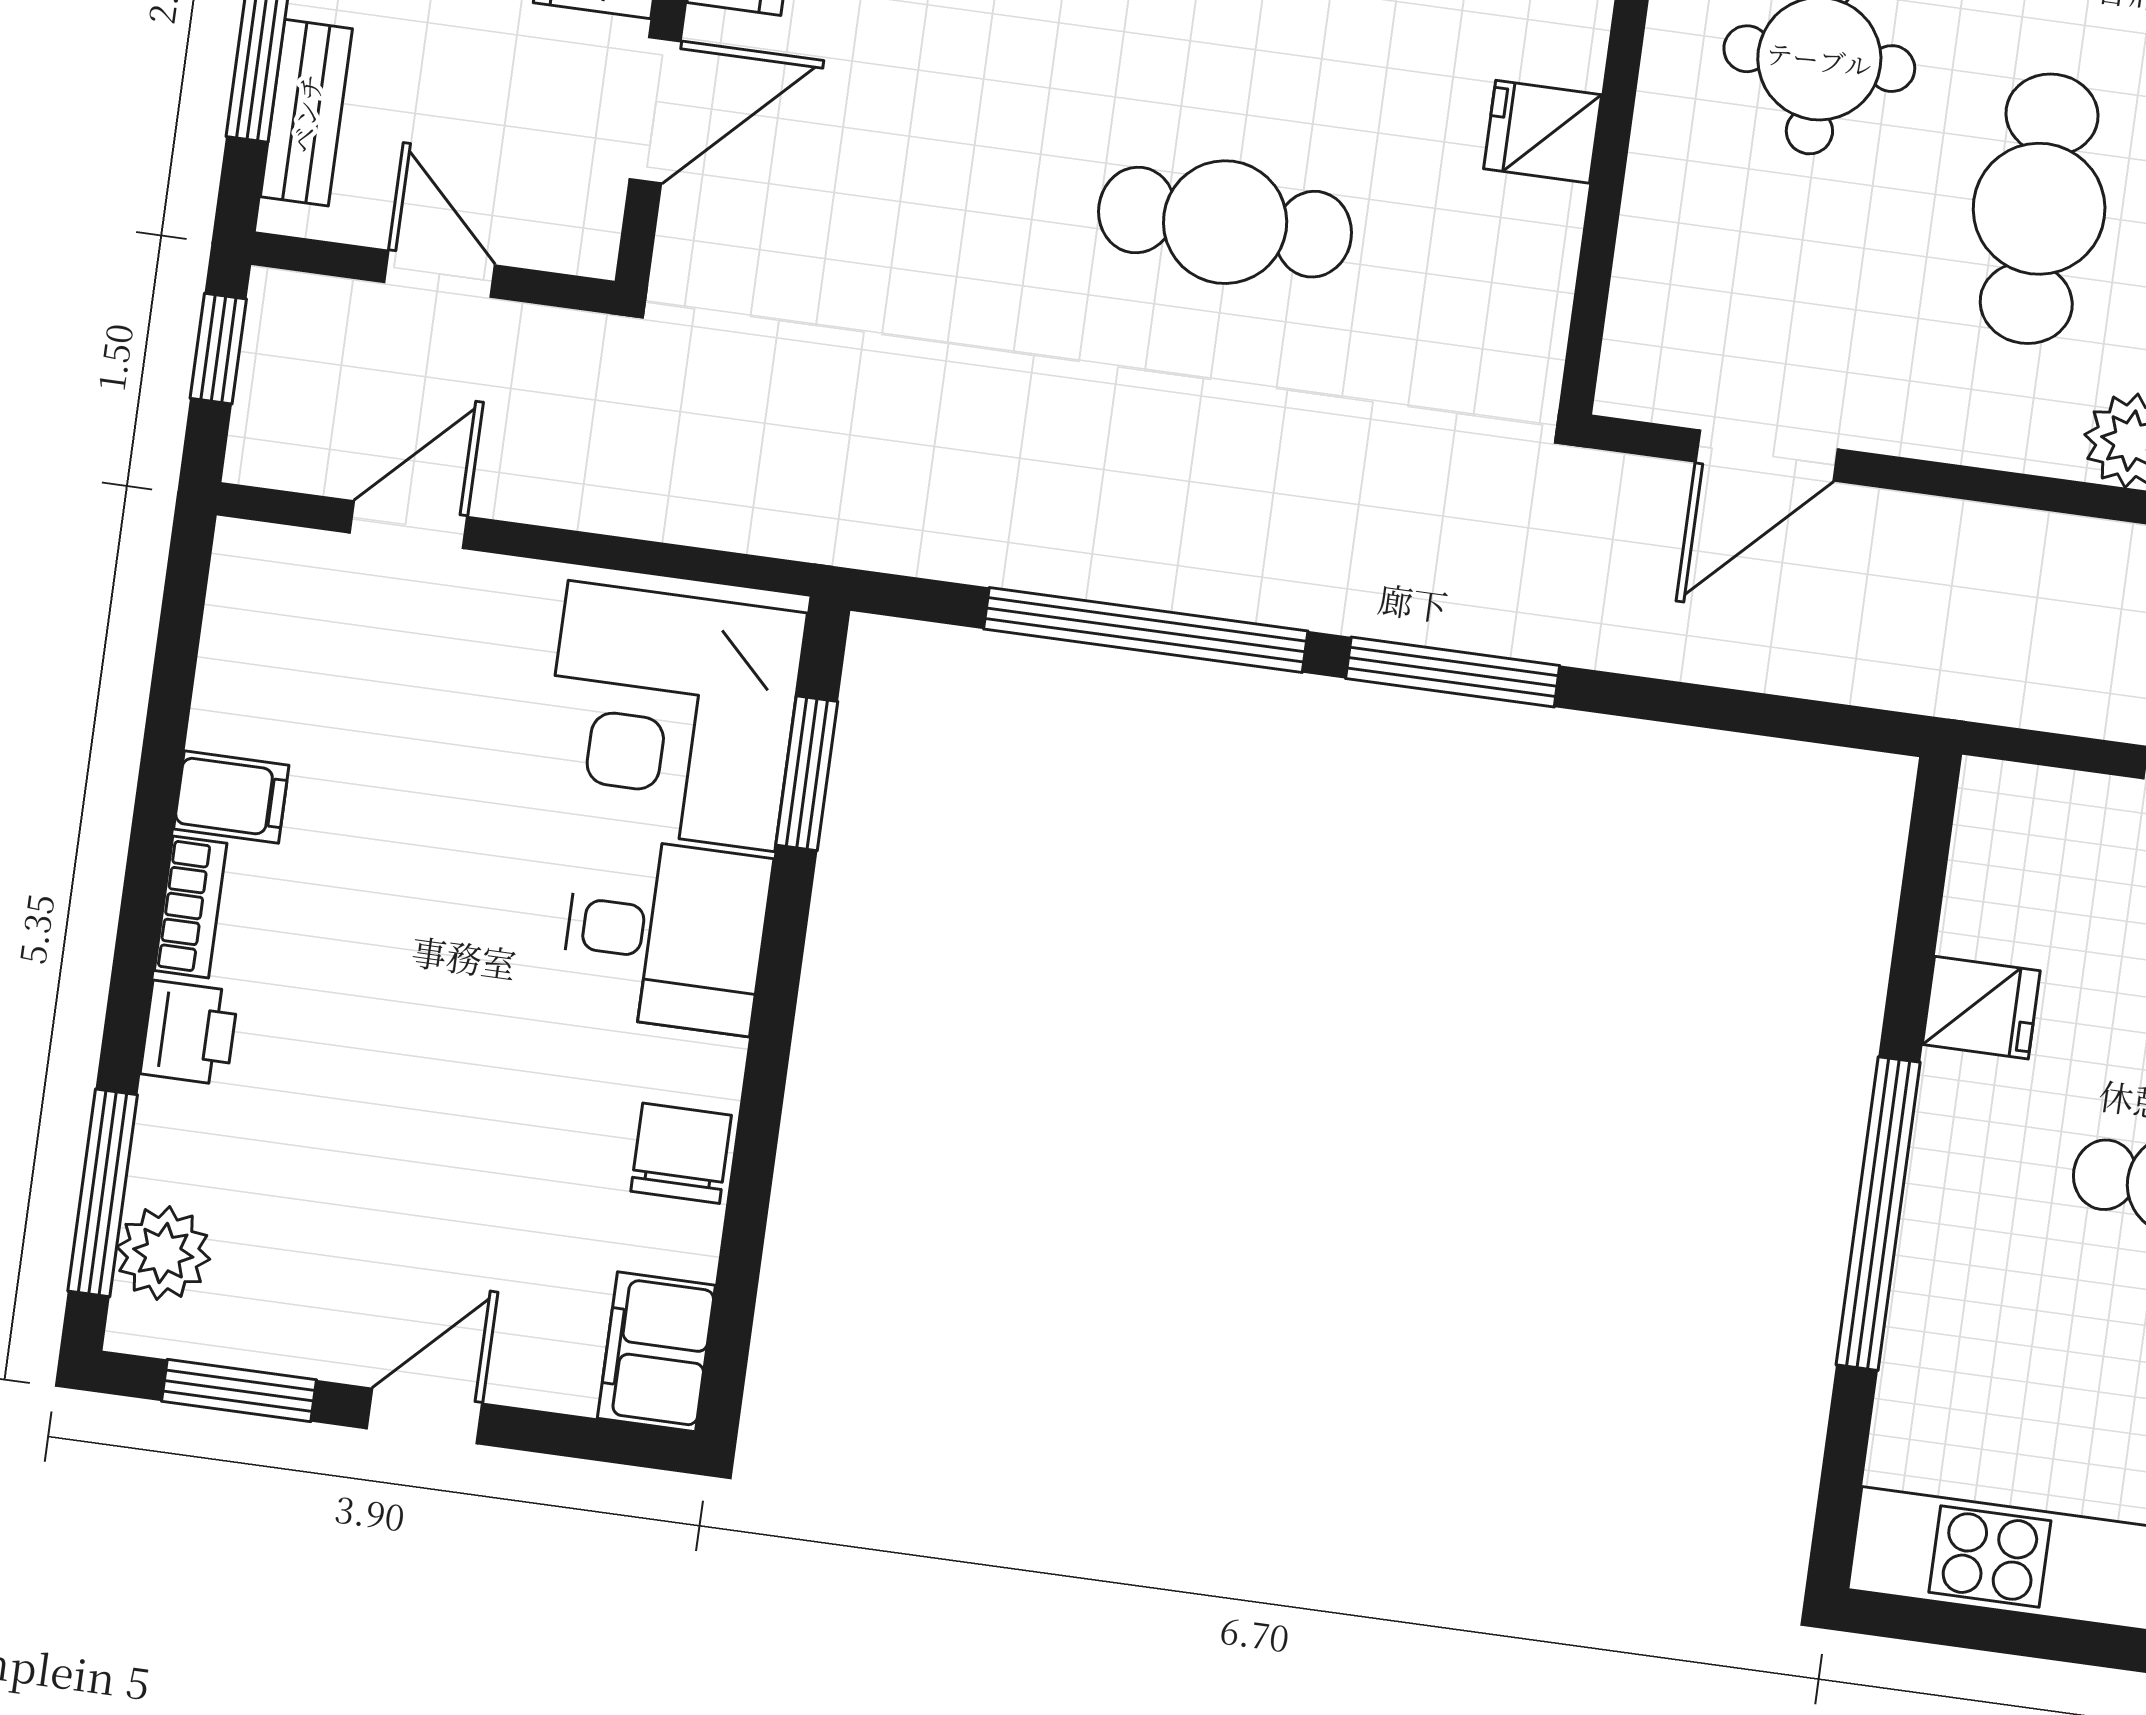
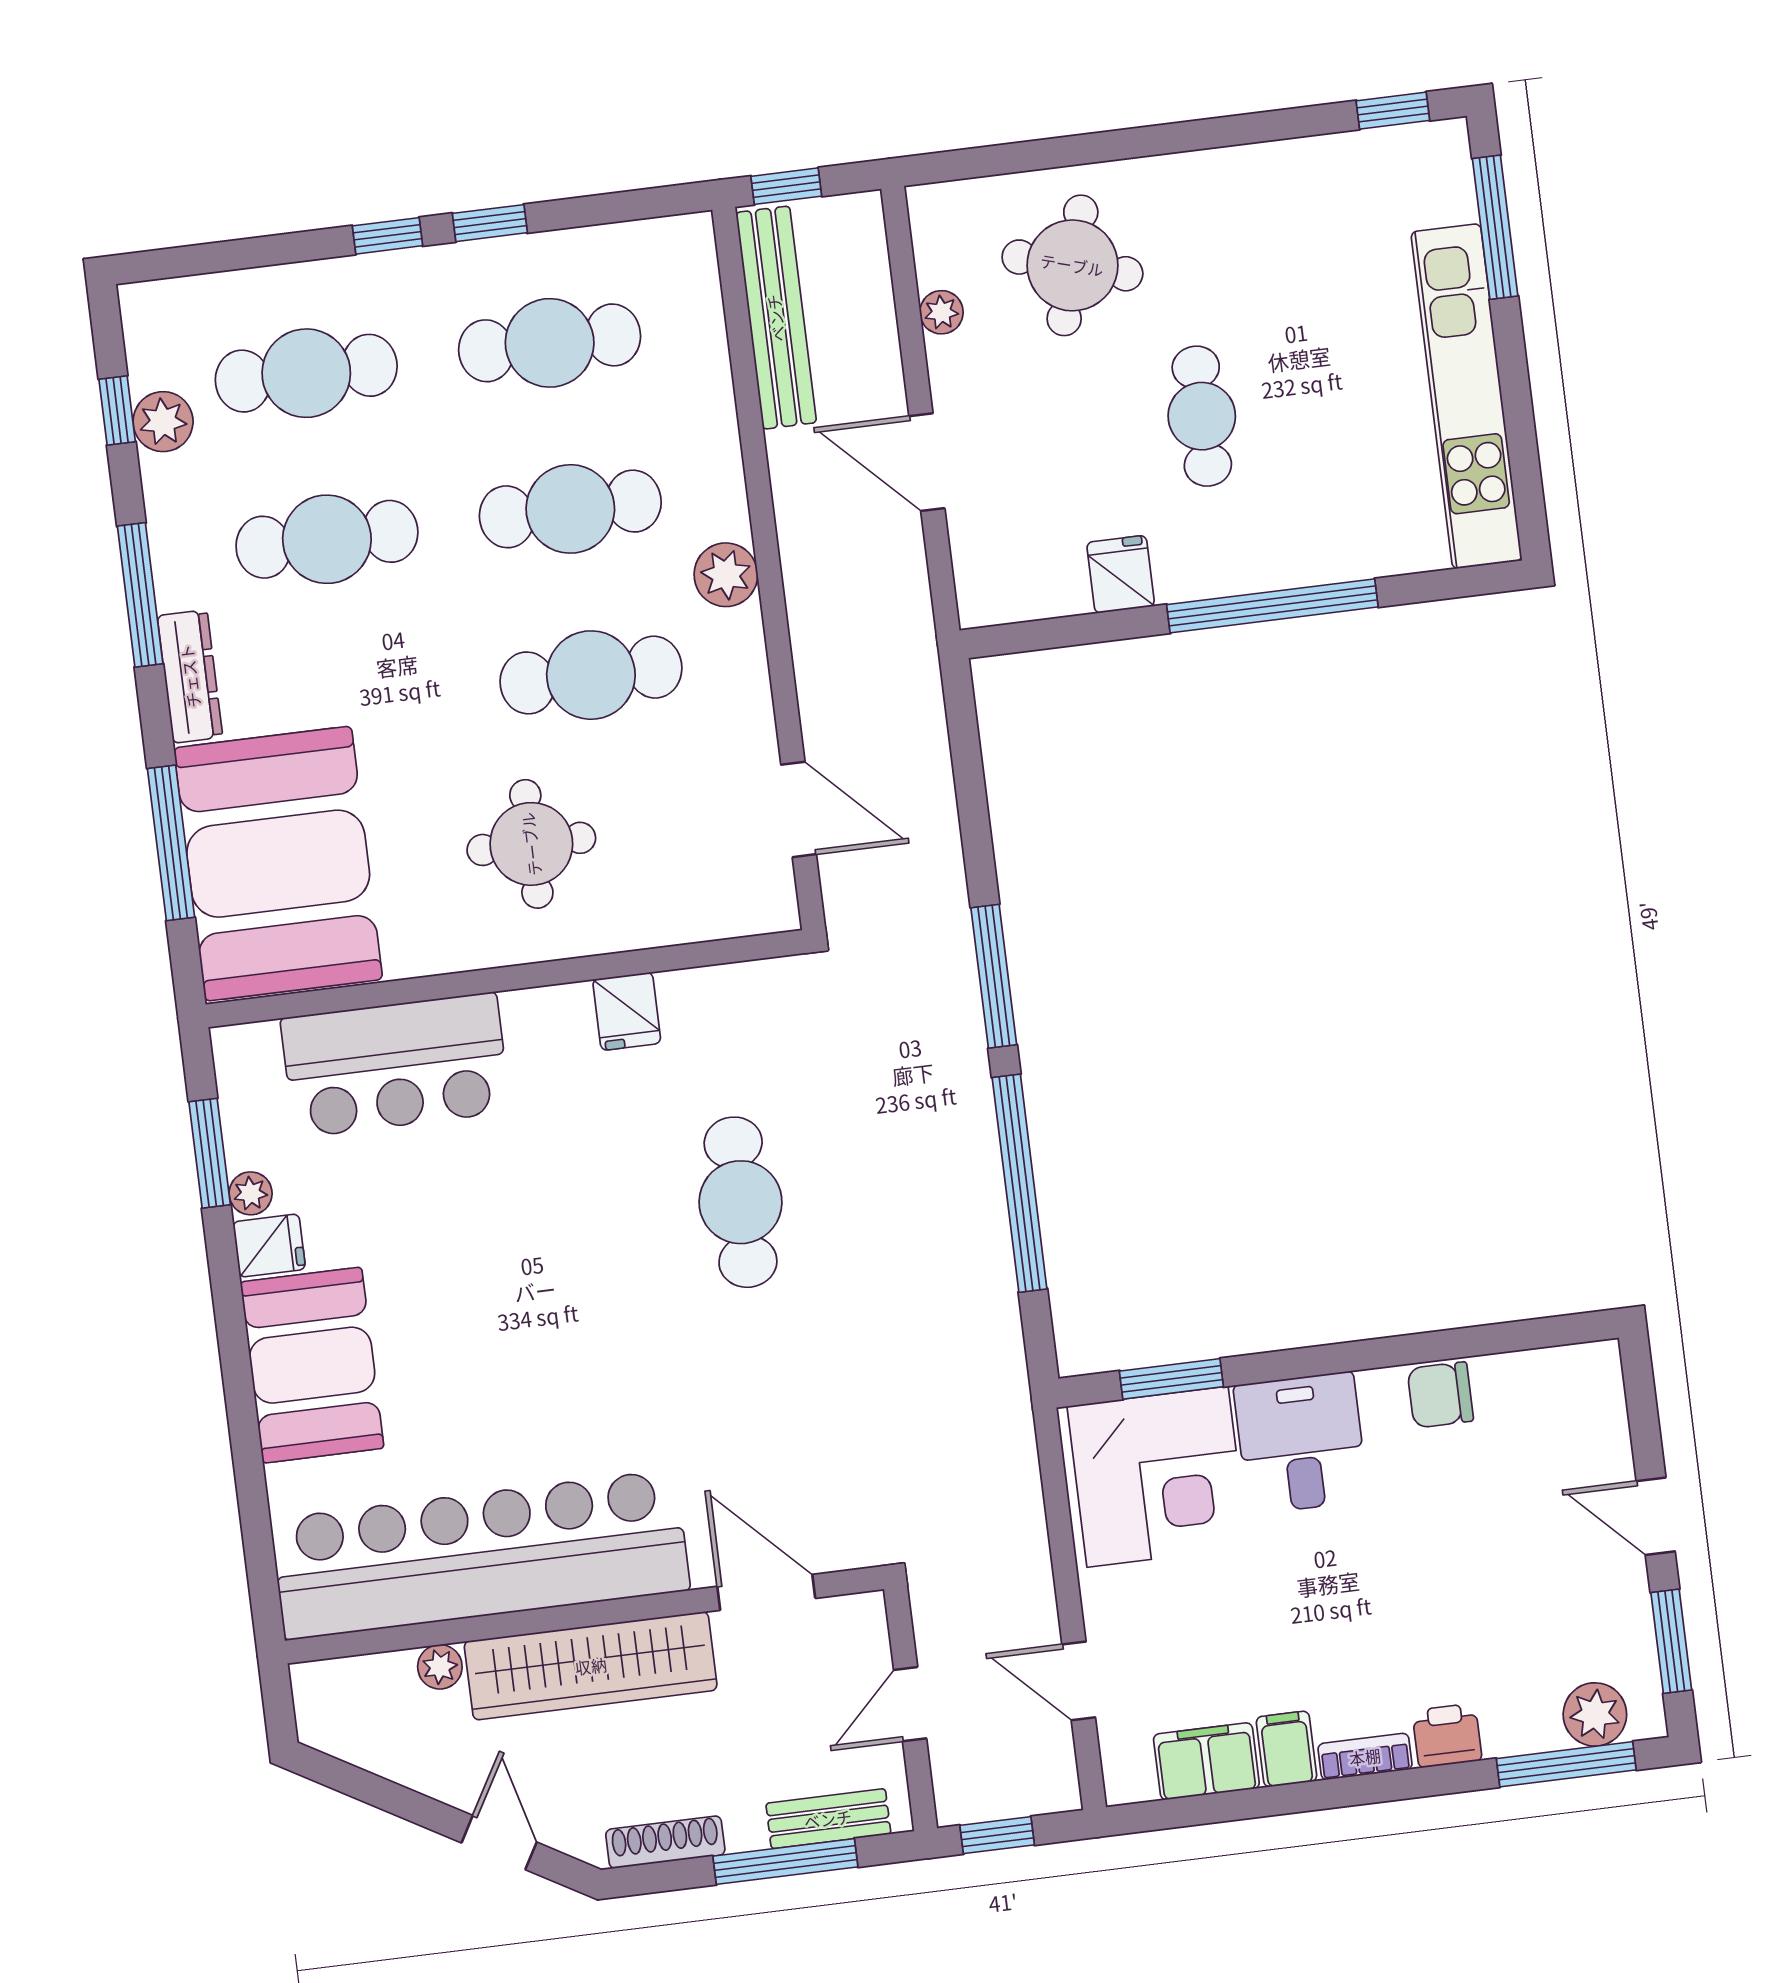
filing cabinet: (656, 1352) -> (1206, 1761), moved, turned 180

